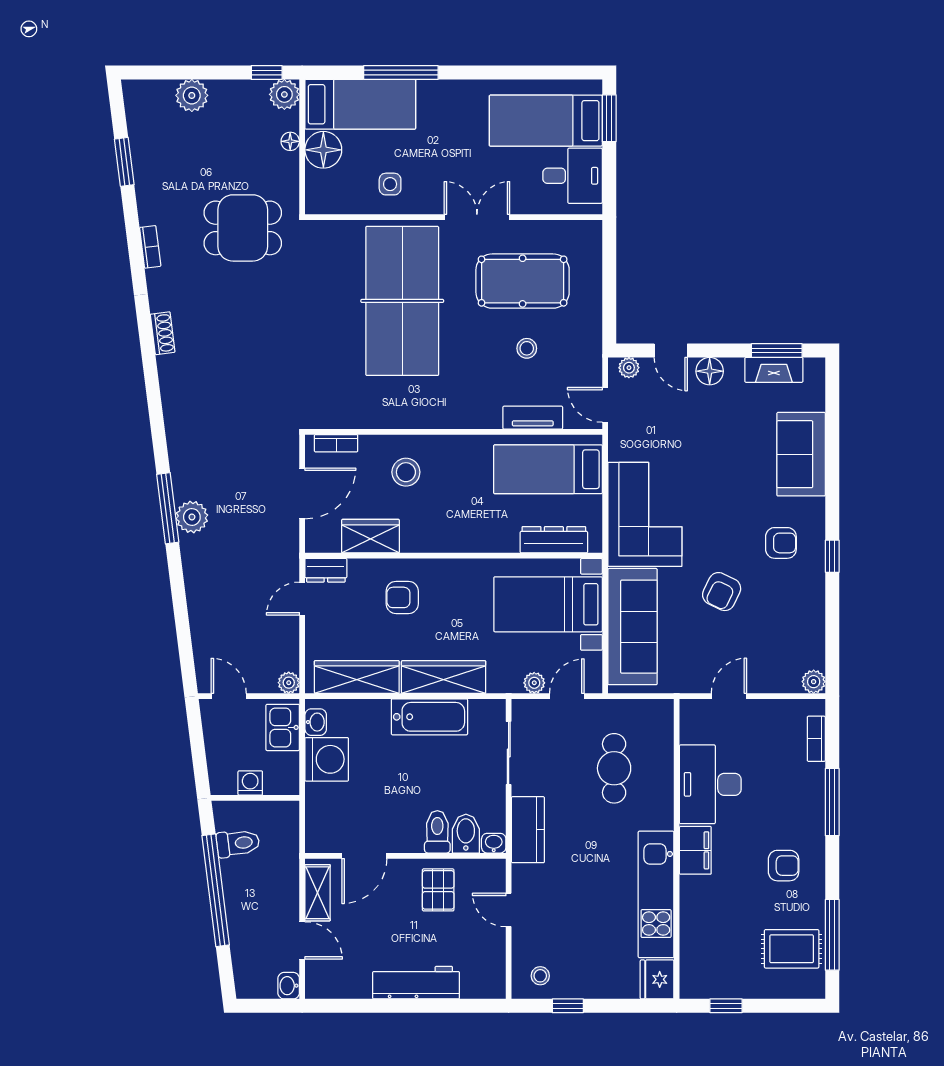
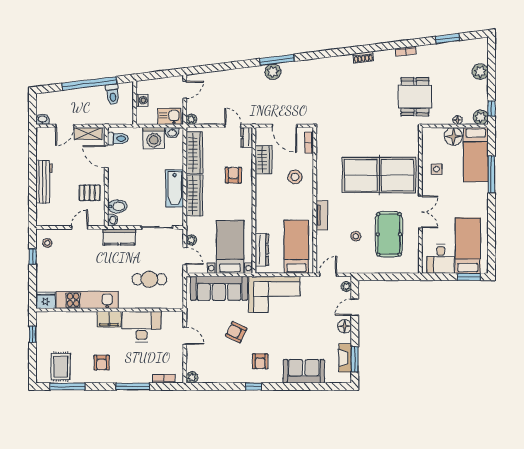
tv unit: (533, 418) -> (322, 215), moved
toilet: (437, 832) -> (118, 139), moved

